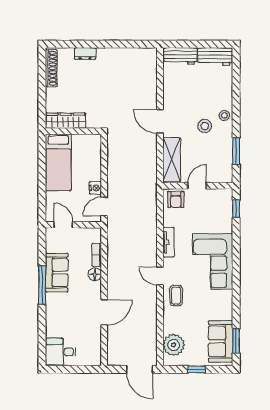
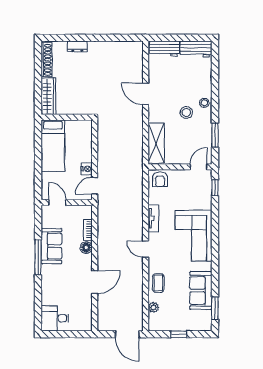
wardrobe: (66, 121) -> (48, 96), moved, turned 90
door: (160, 122) -> (146, 94), moved
door: (197, 186) -> (199, 167), moved
coffee table: (176, 296) -> (158, 283), moved
sofa: (221, 341) -> (201, 291), moved
plant: (174, 345) -> (153, 307), width x0.53, depth x0.53

